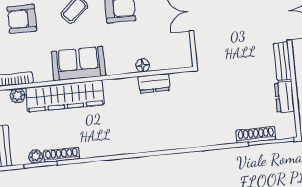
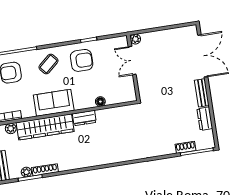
dresser: (154, 83) -> (84, 118), moved
shoe rack: (256, 135) -> (185, 147), width x0.70

